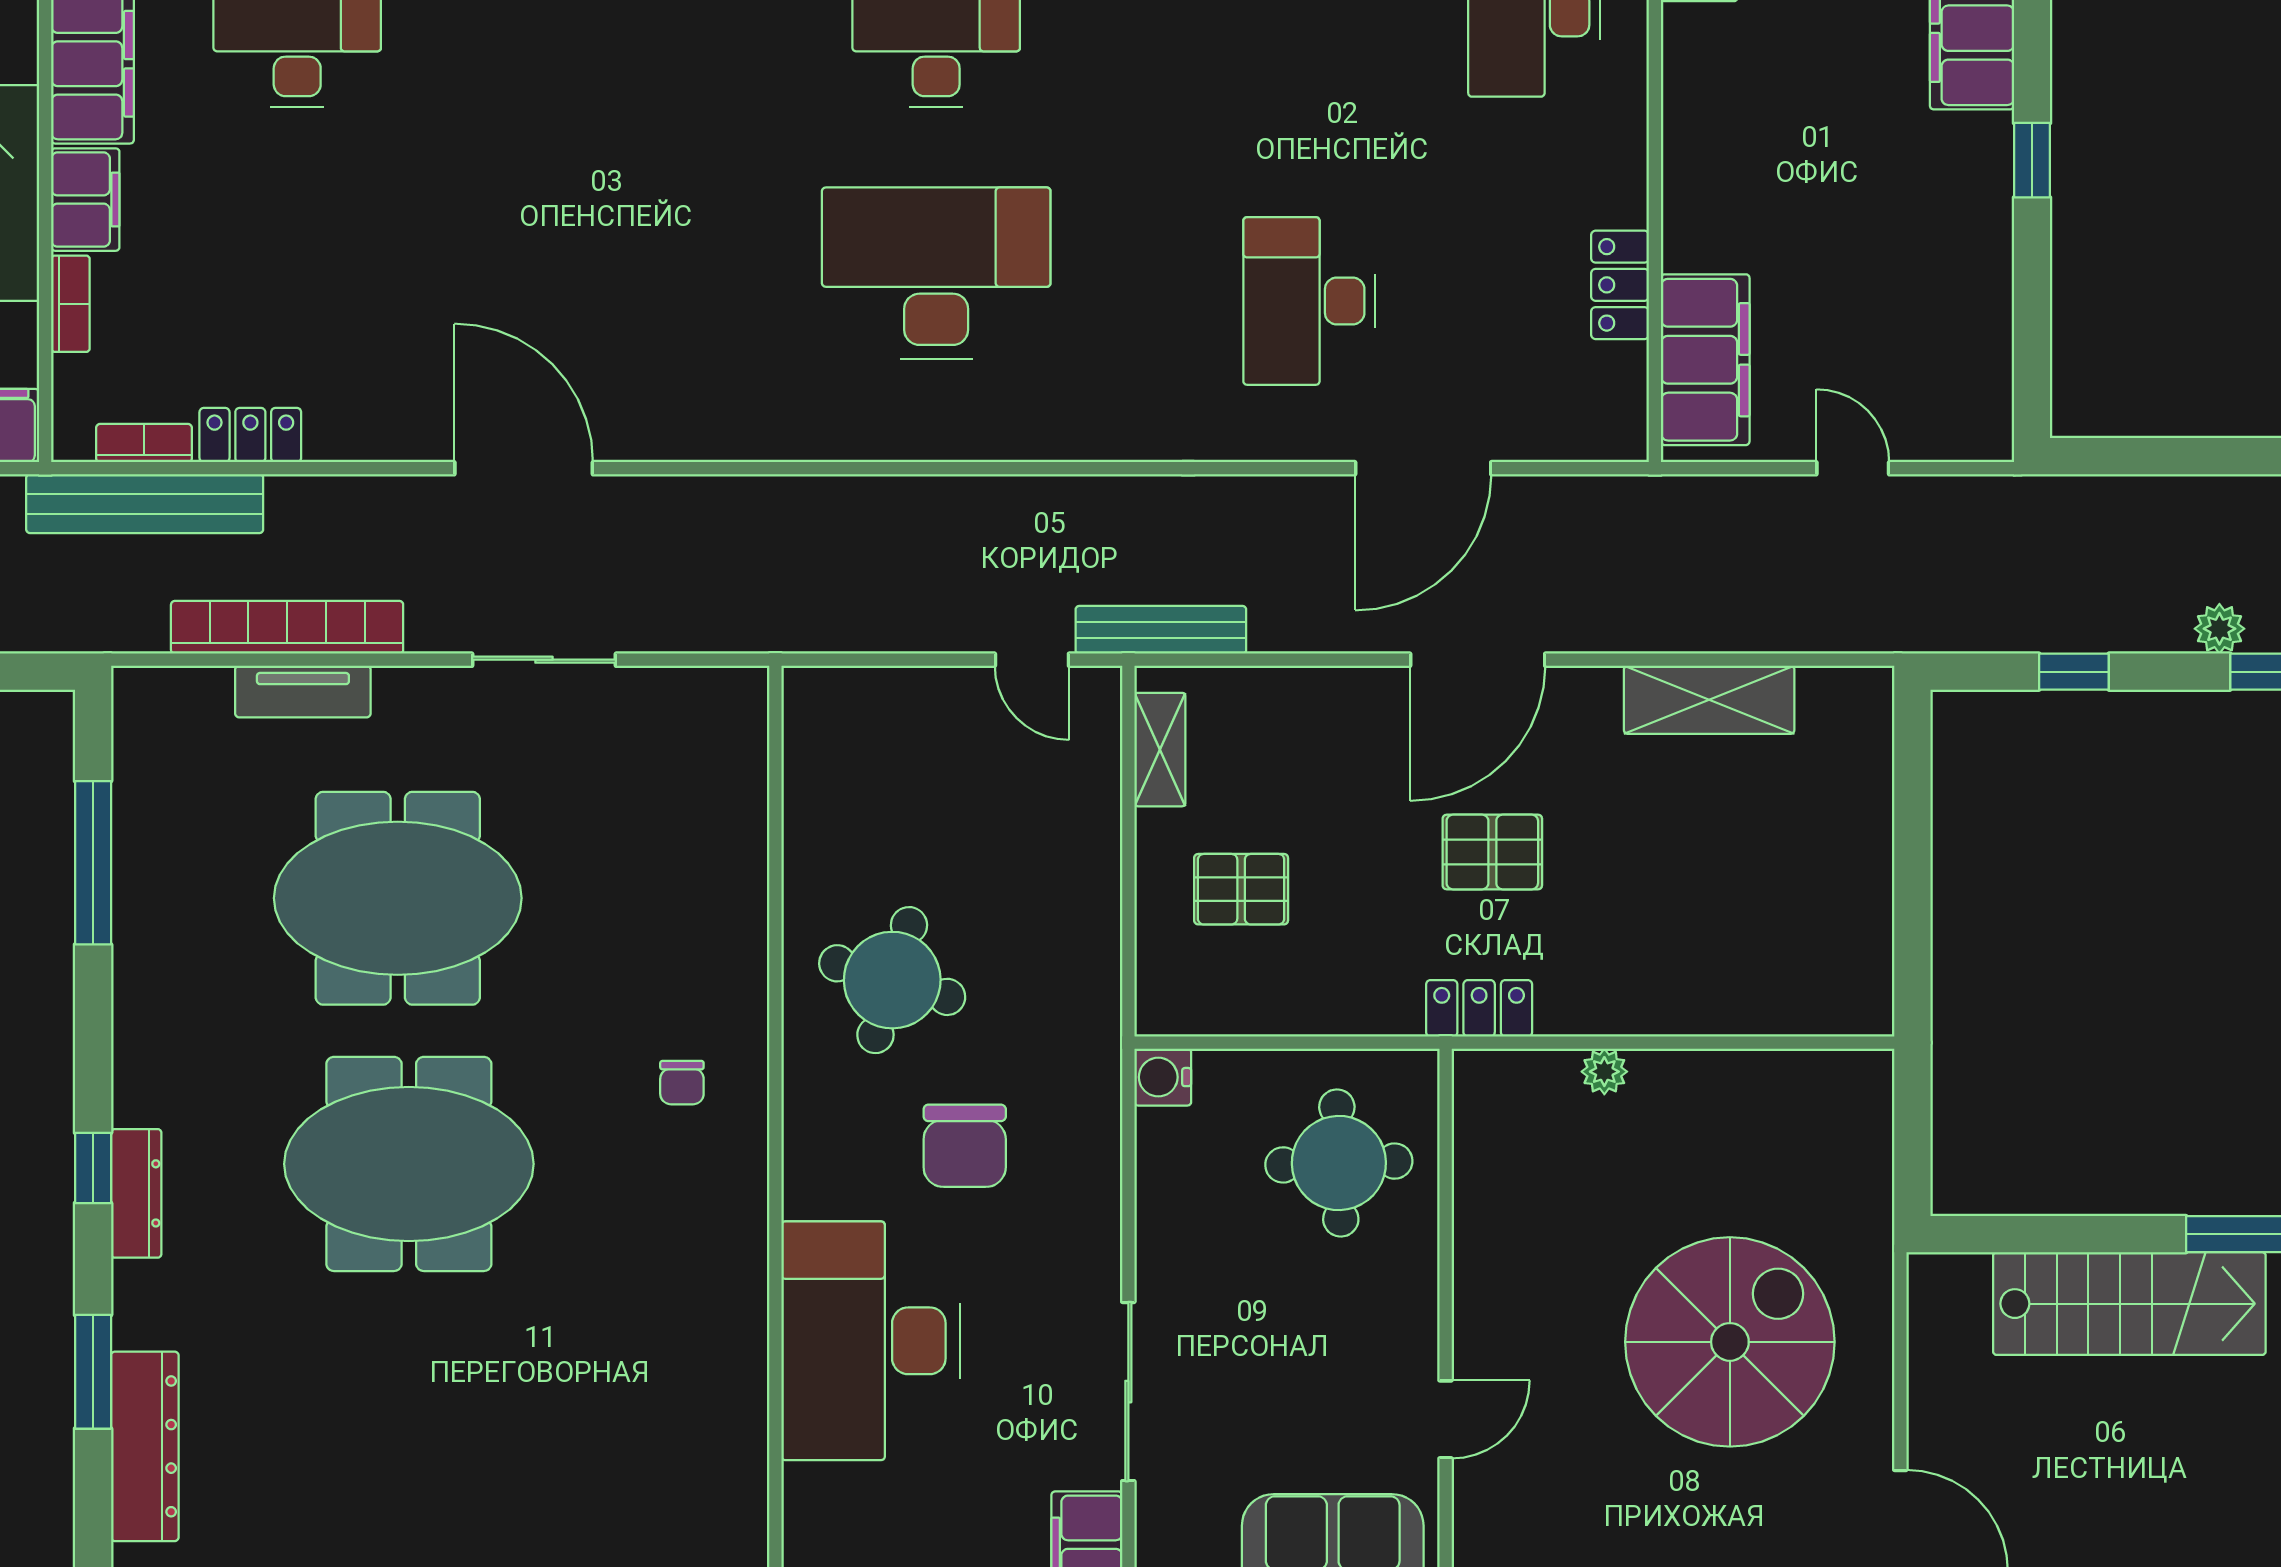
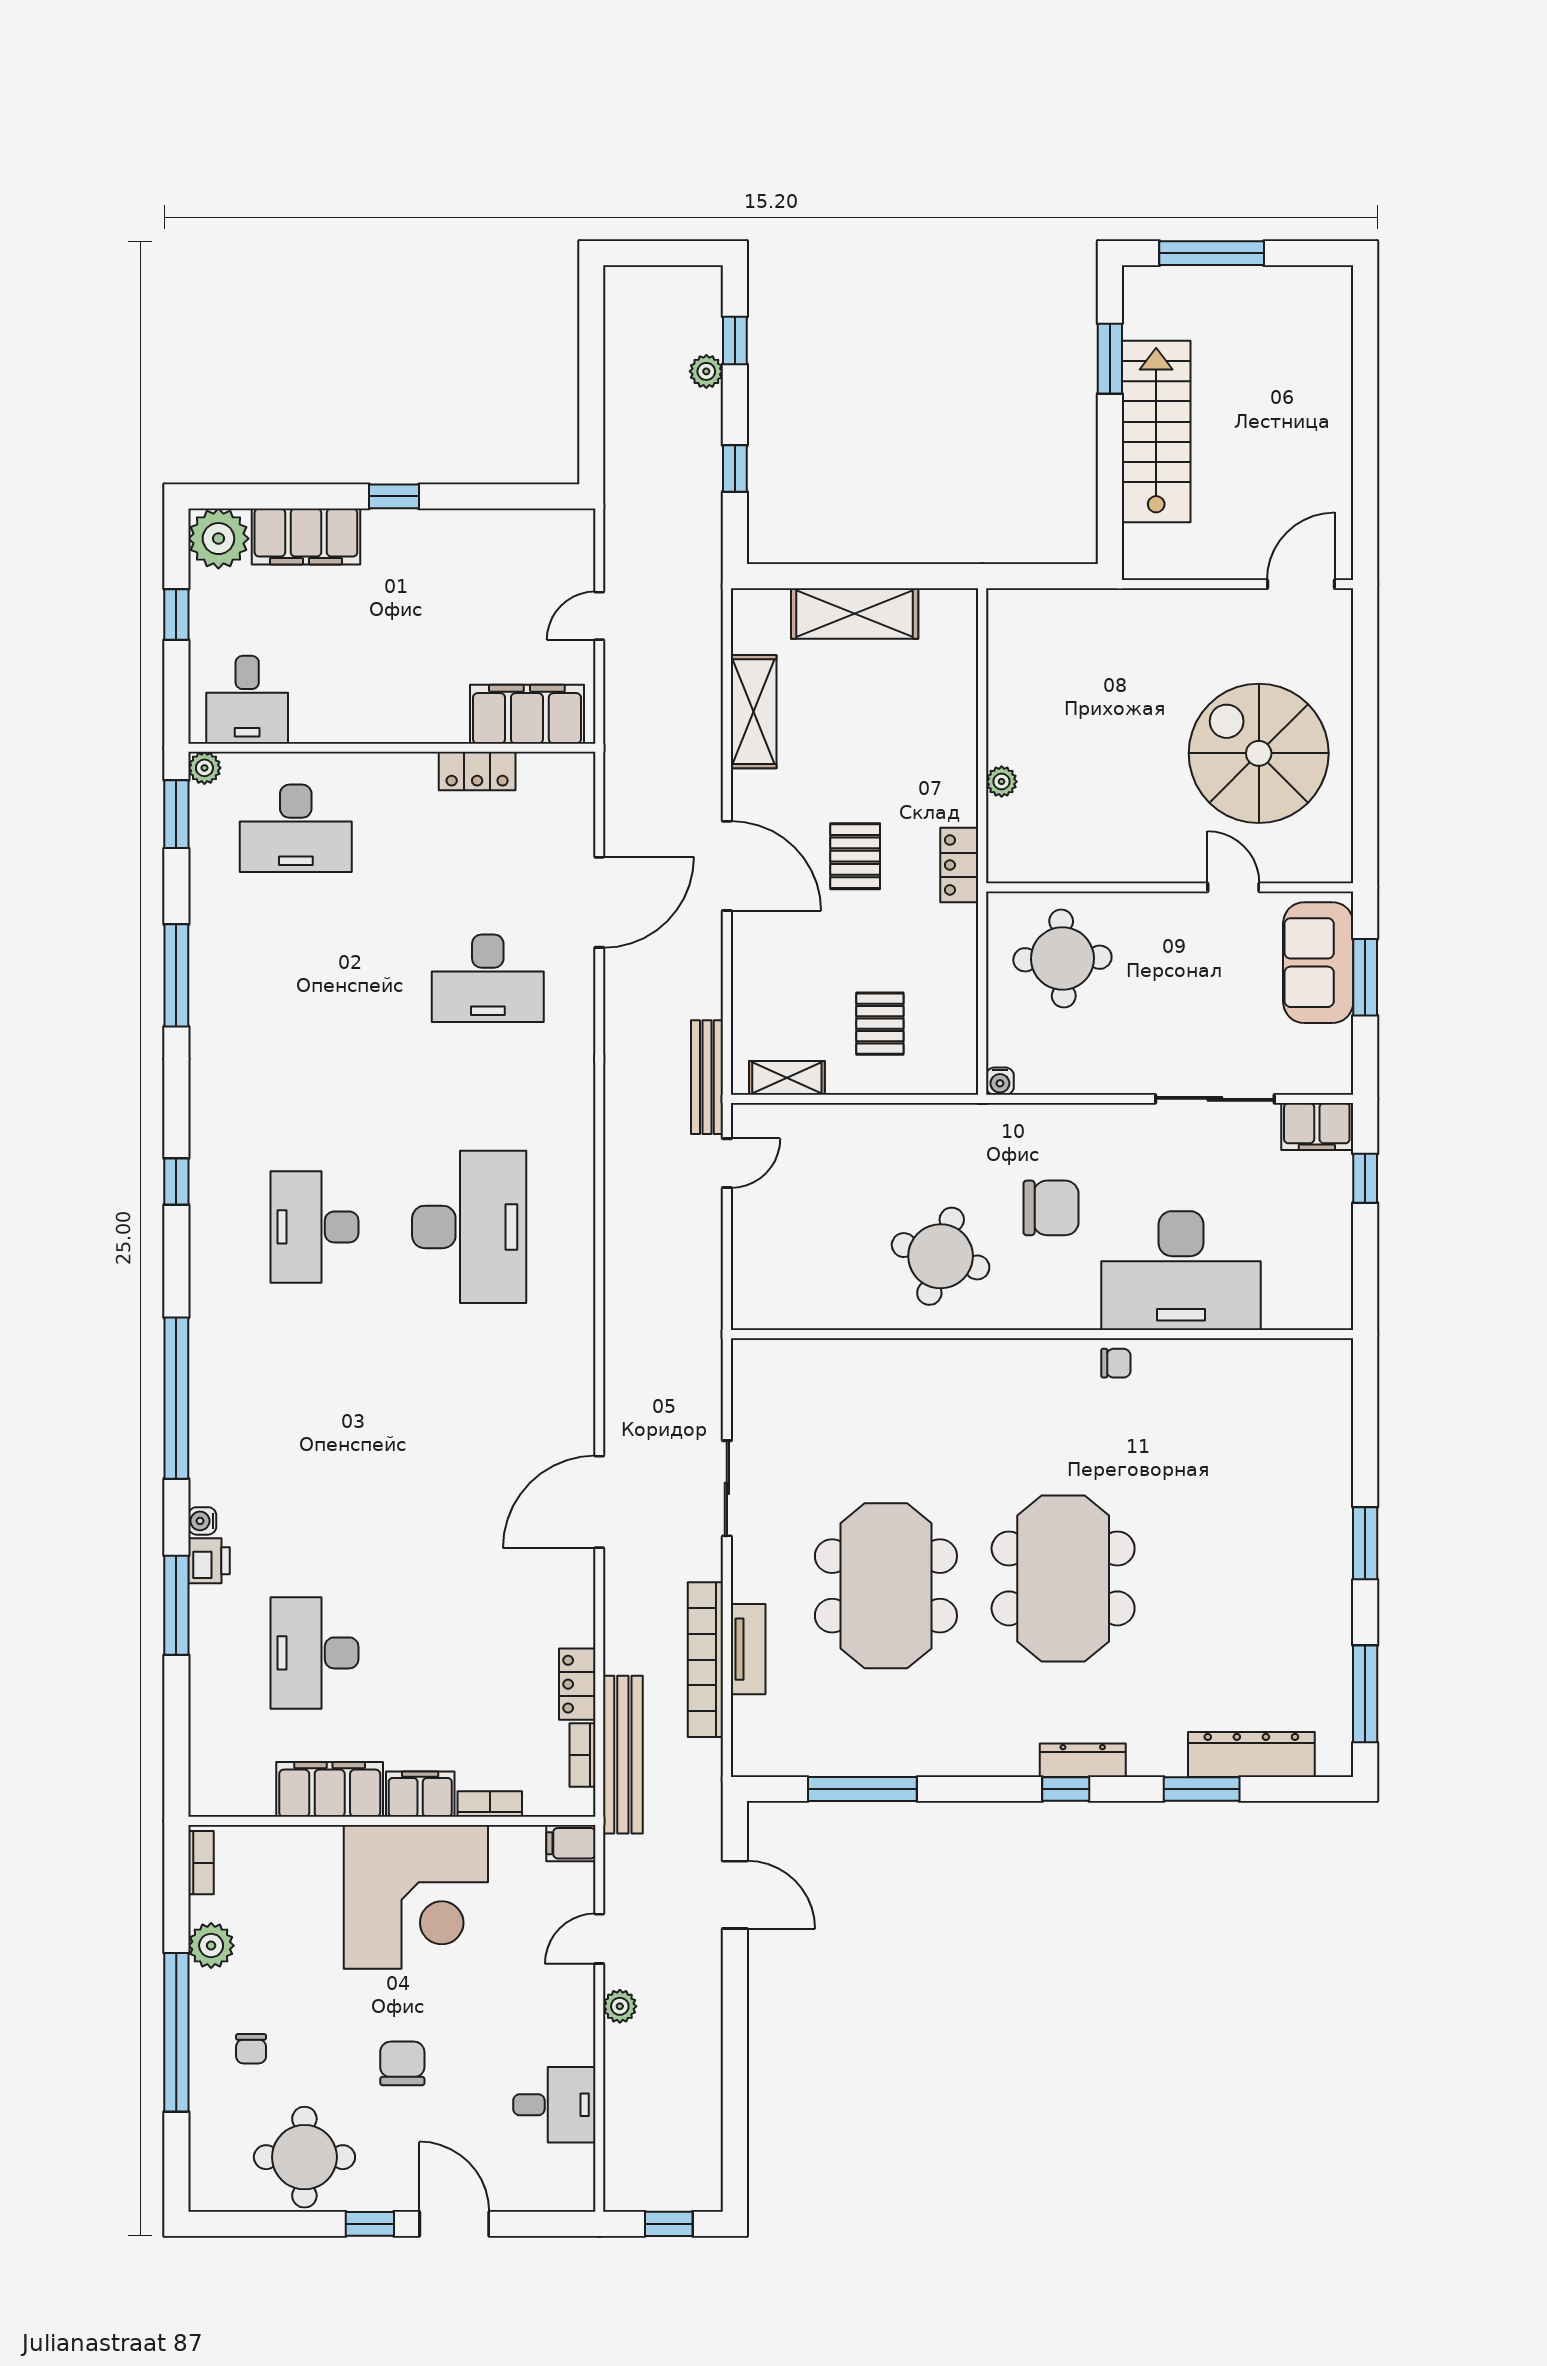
desk: (936, 273) -> (469, 1227), turned 180
door: (1423, 468) -> (599, 902), hinge flipped
shelving: (1856, 851) -> (855, 614), added
water cooler: (1163, 1077) -> (1000, 1081), width x0.72, depth x0.72
chair: (682, 1083) -> (1116, 1363), moved
spiral stairs: (1730, 1342) -> (1259, 753), moved

